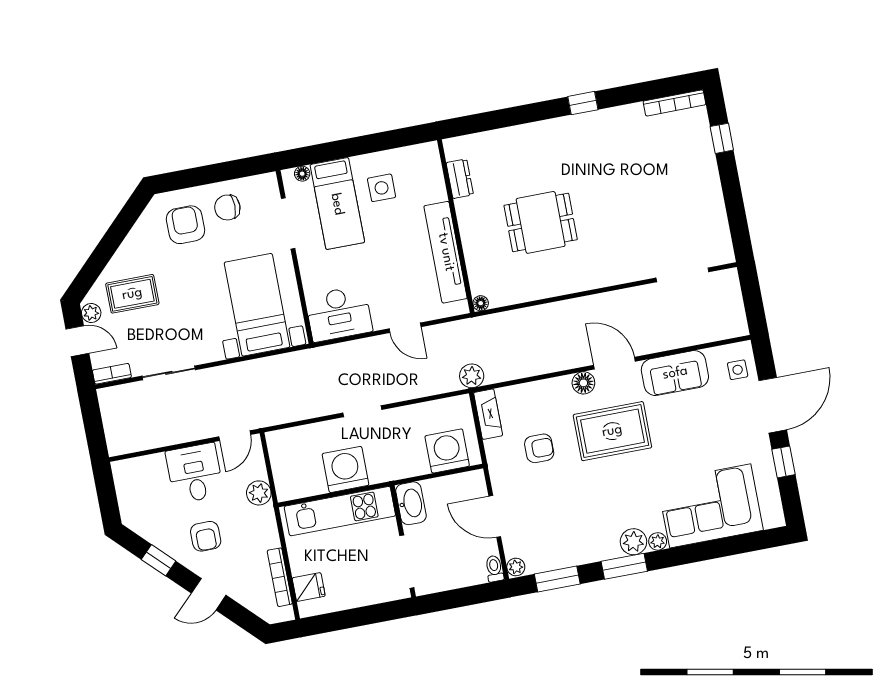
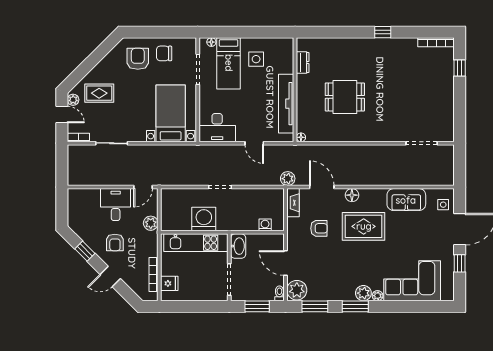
door: (615, 363) -> (322, 187), moved
washing machine: (447, 451) -> (265, 225), width x0.53, depth x0.53
plant: (516, 567) -> (297, 290), width x1.88, depth x1.88
window: (461, 597) -> (257, 306), added

